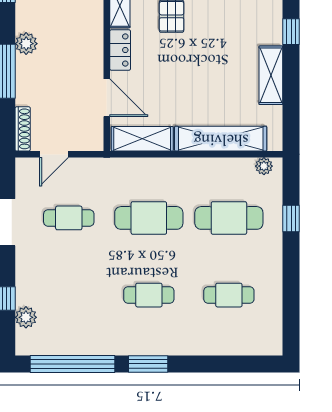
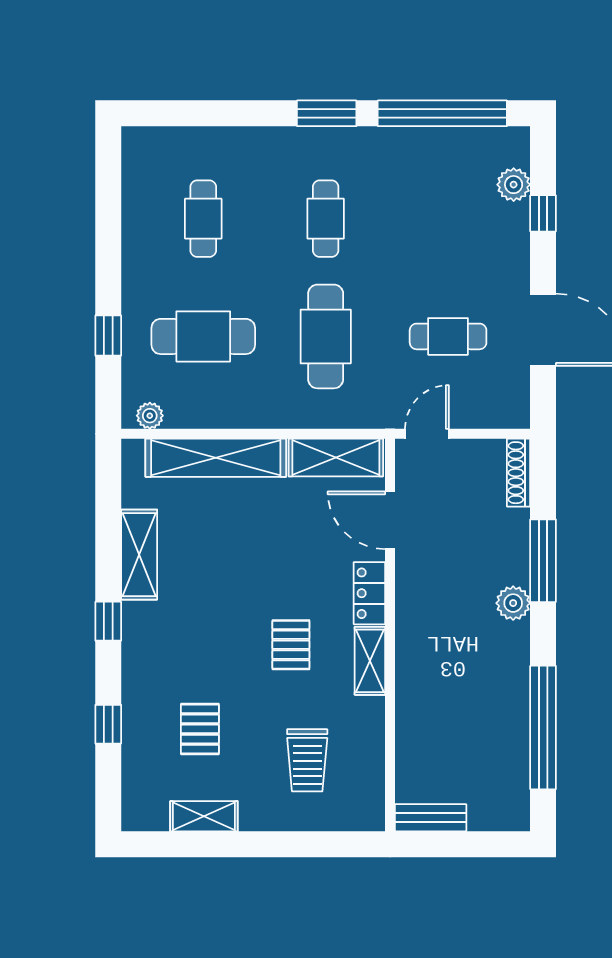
door: (54, 154) -> (427, 434), moved
cafe table: (149, 218) -> (326, 336), turned 90
cafe table: (149, 295) -> (326, 219), turned 90
cafe table: (229, 295) -> (203, 219), turned 90

